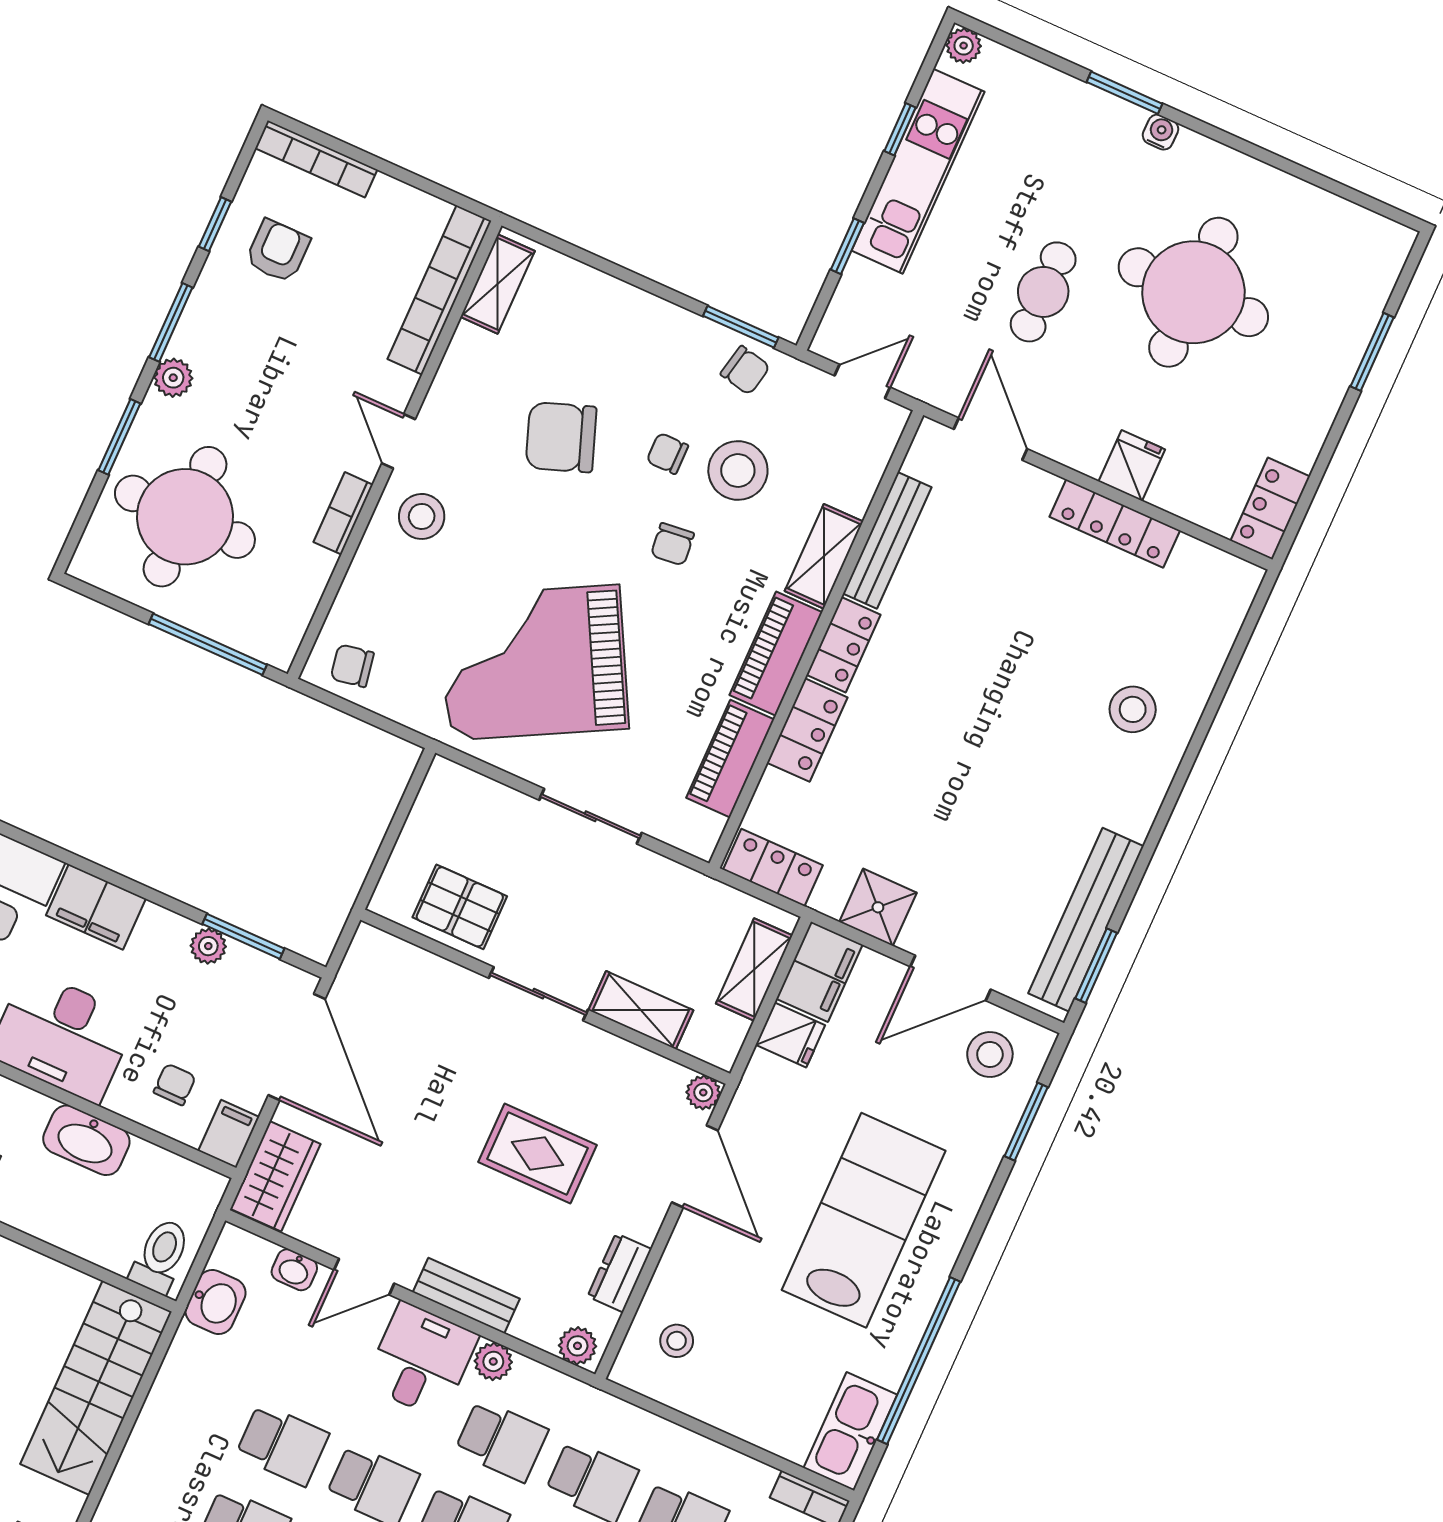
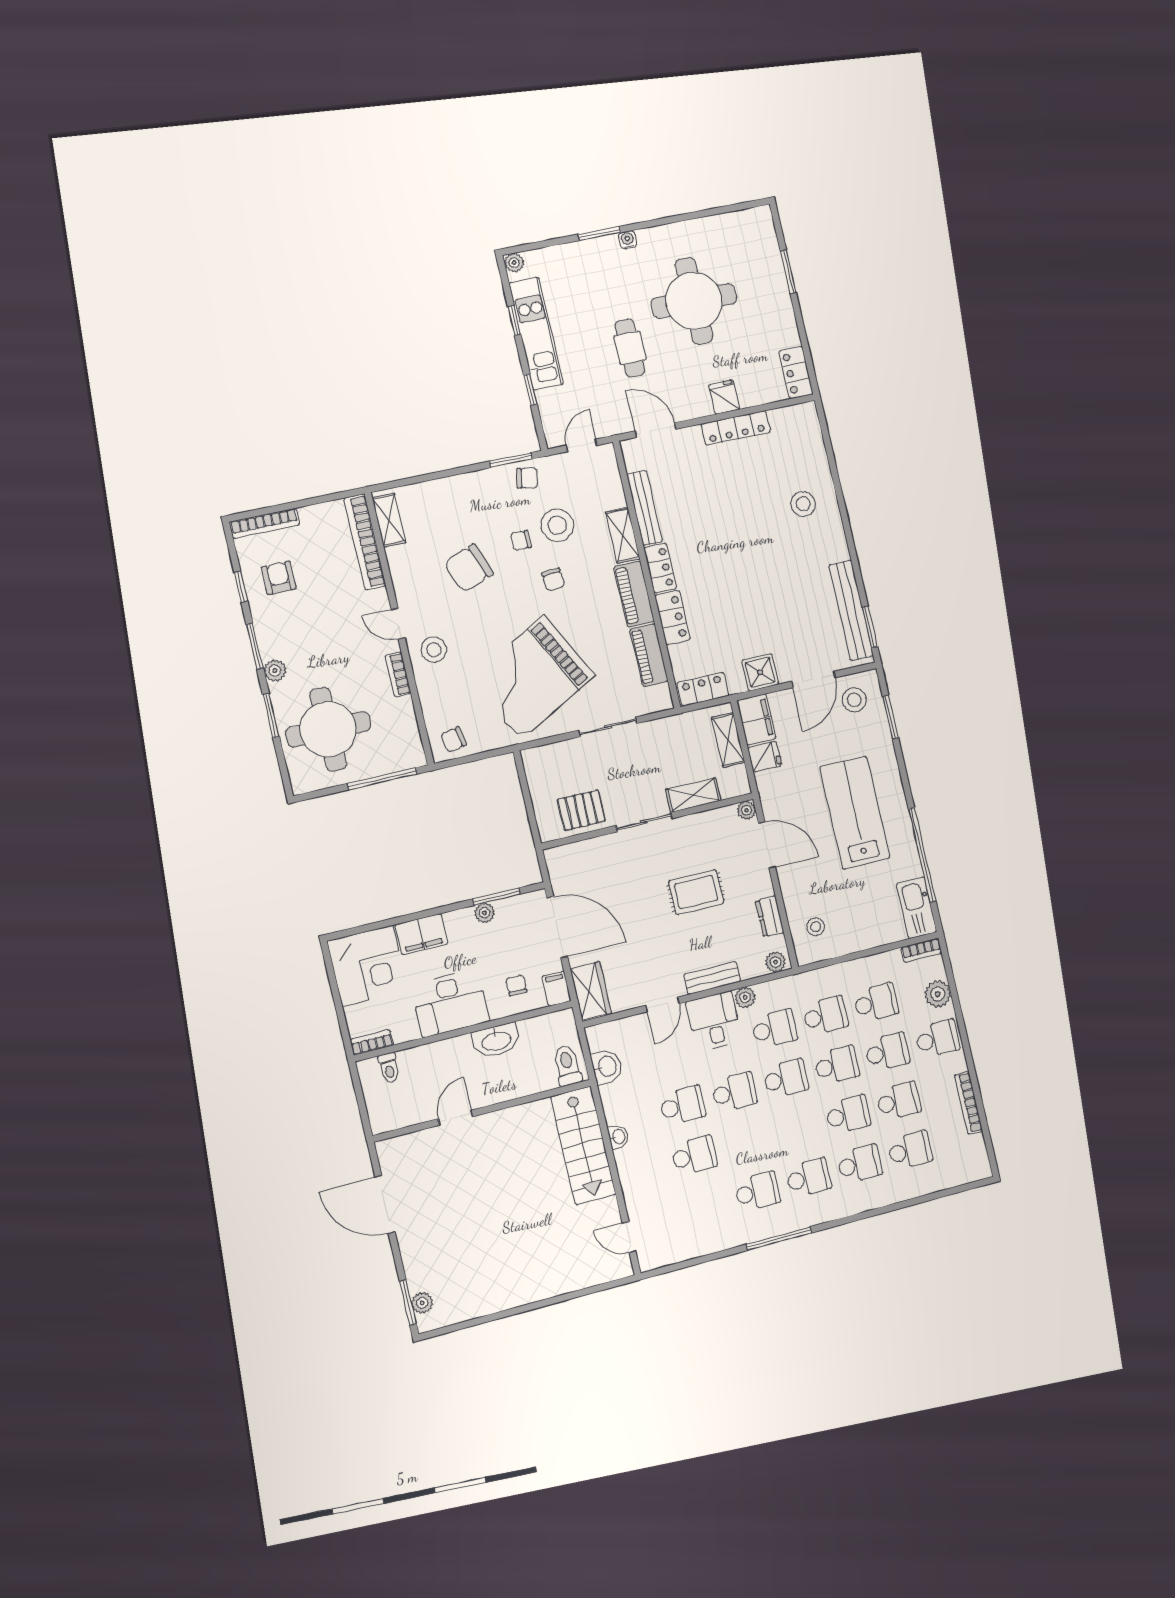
washbasin: (294, 1270) -> (618, 1137), moved, turned -90

